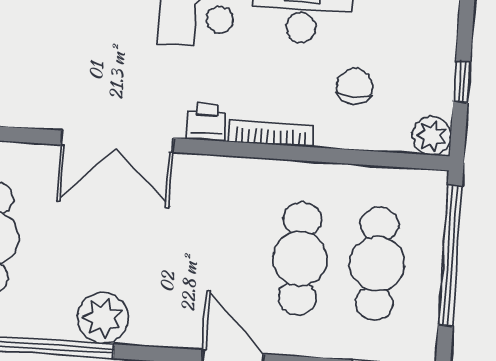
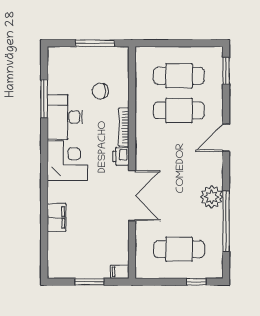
window: (462, 82) -> (95, 43), width x2.17
plant: (432, 136) -> (120, 55), removed
window: (450, 255) -> (173, 43), removed

